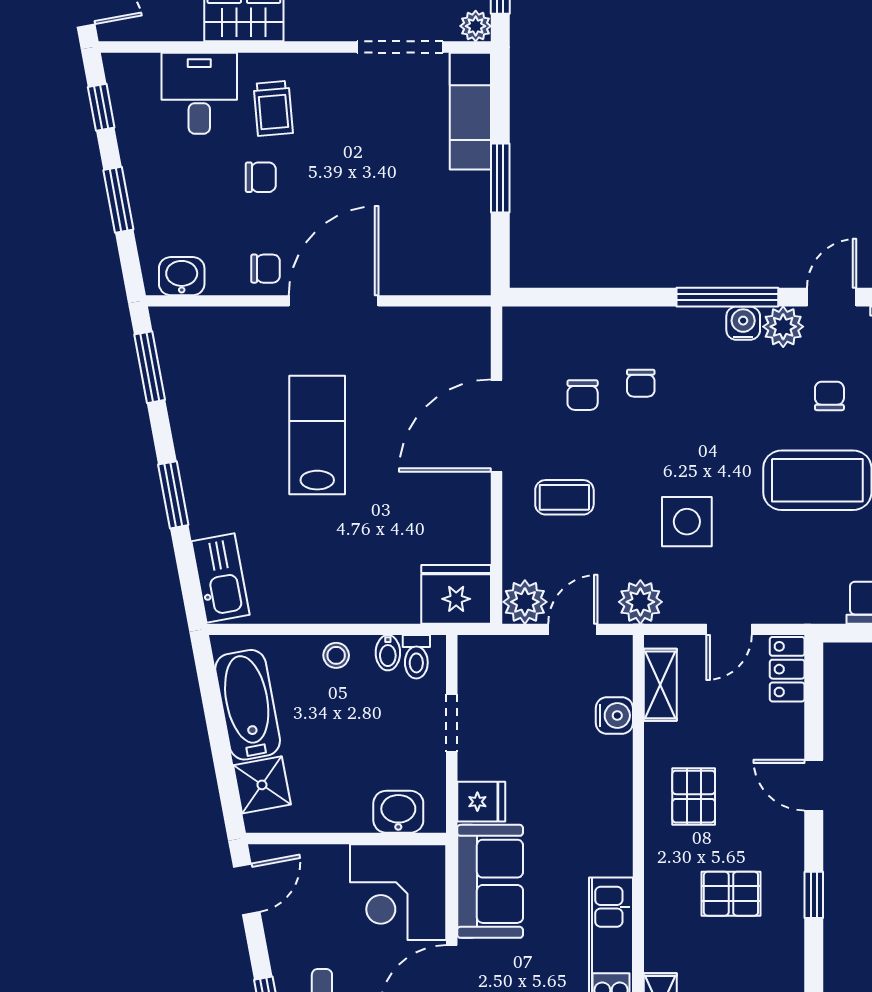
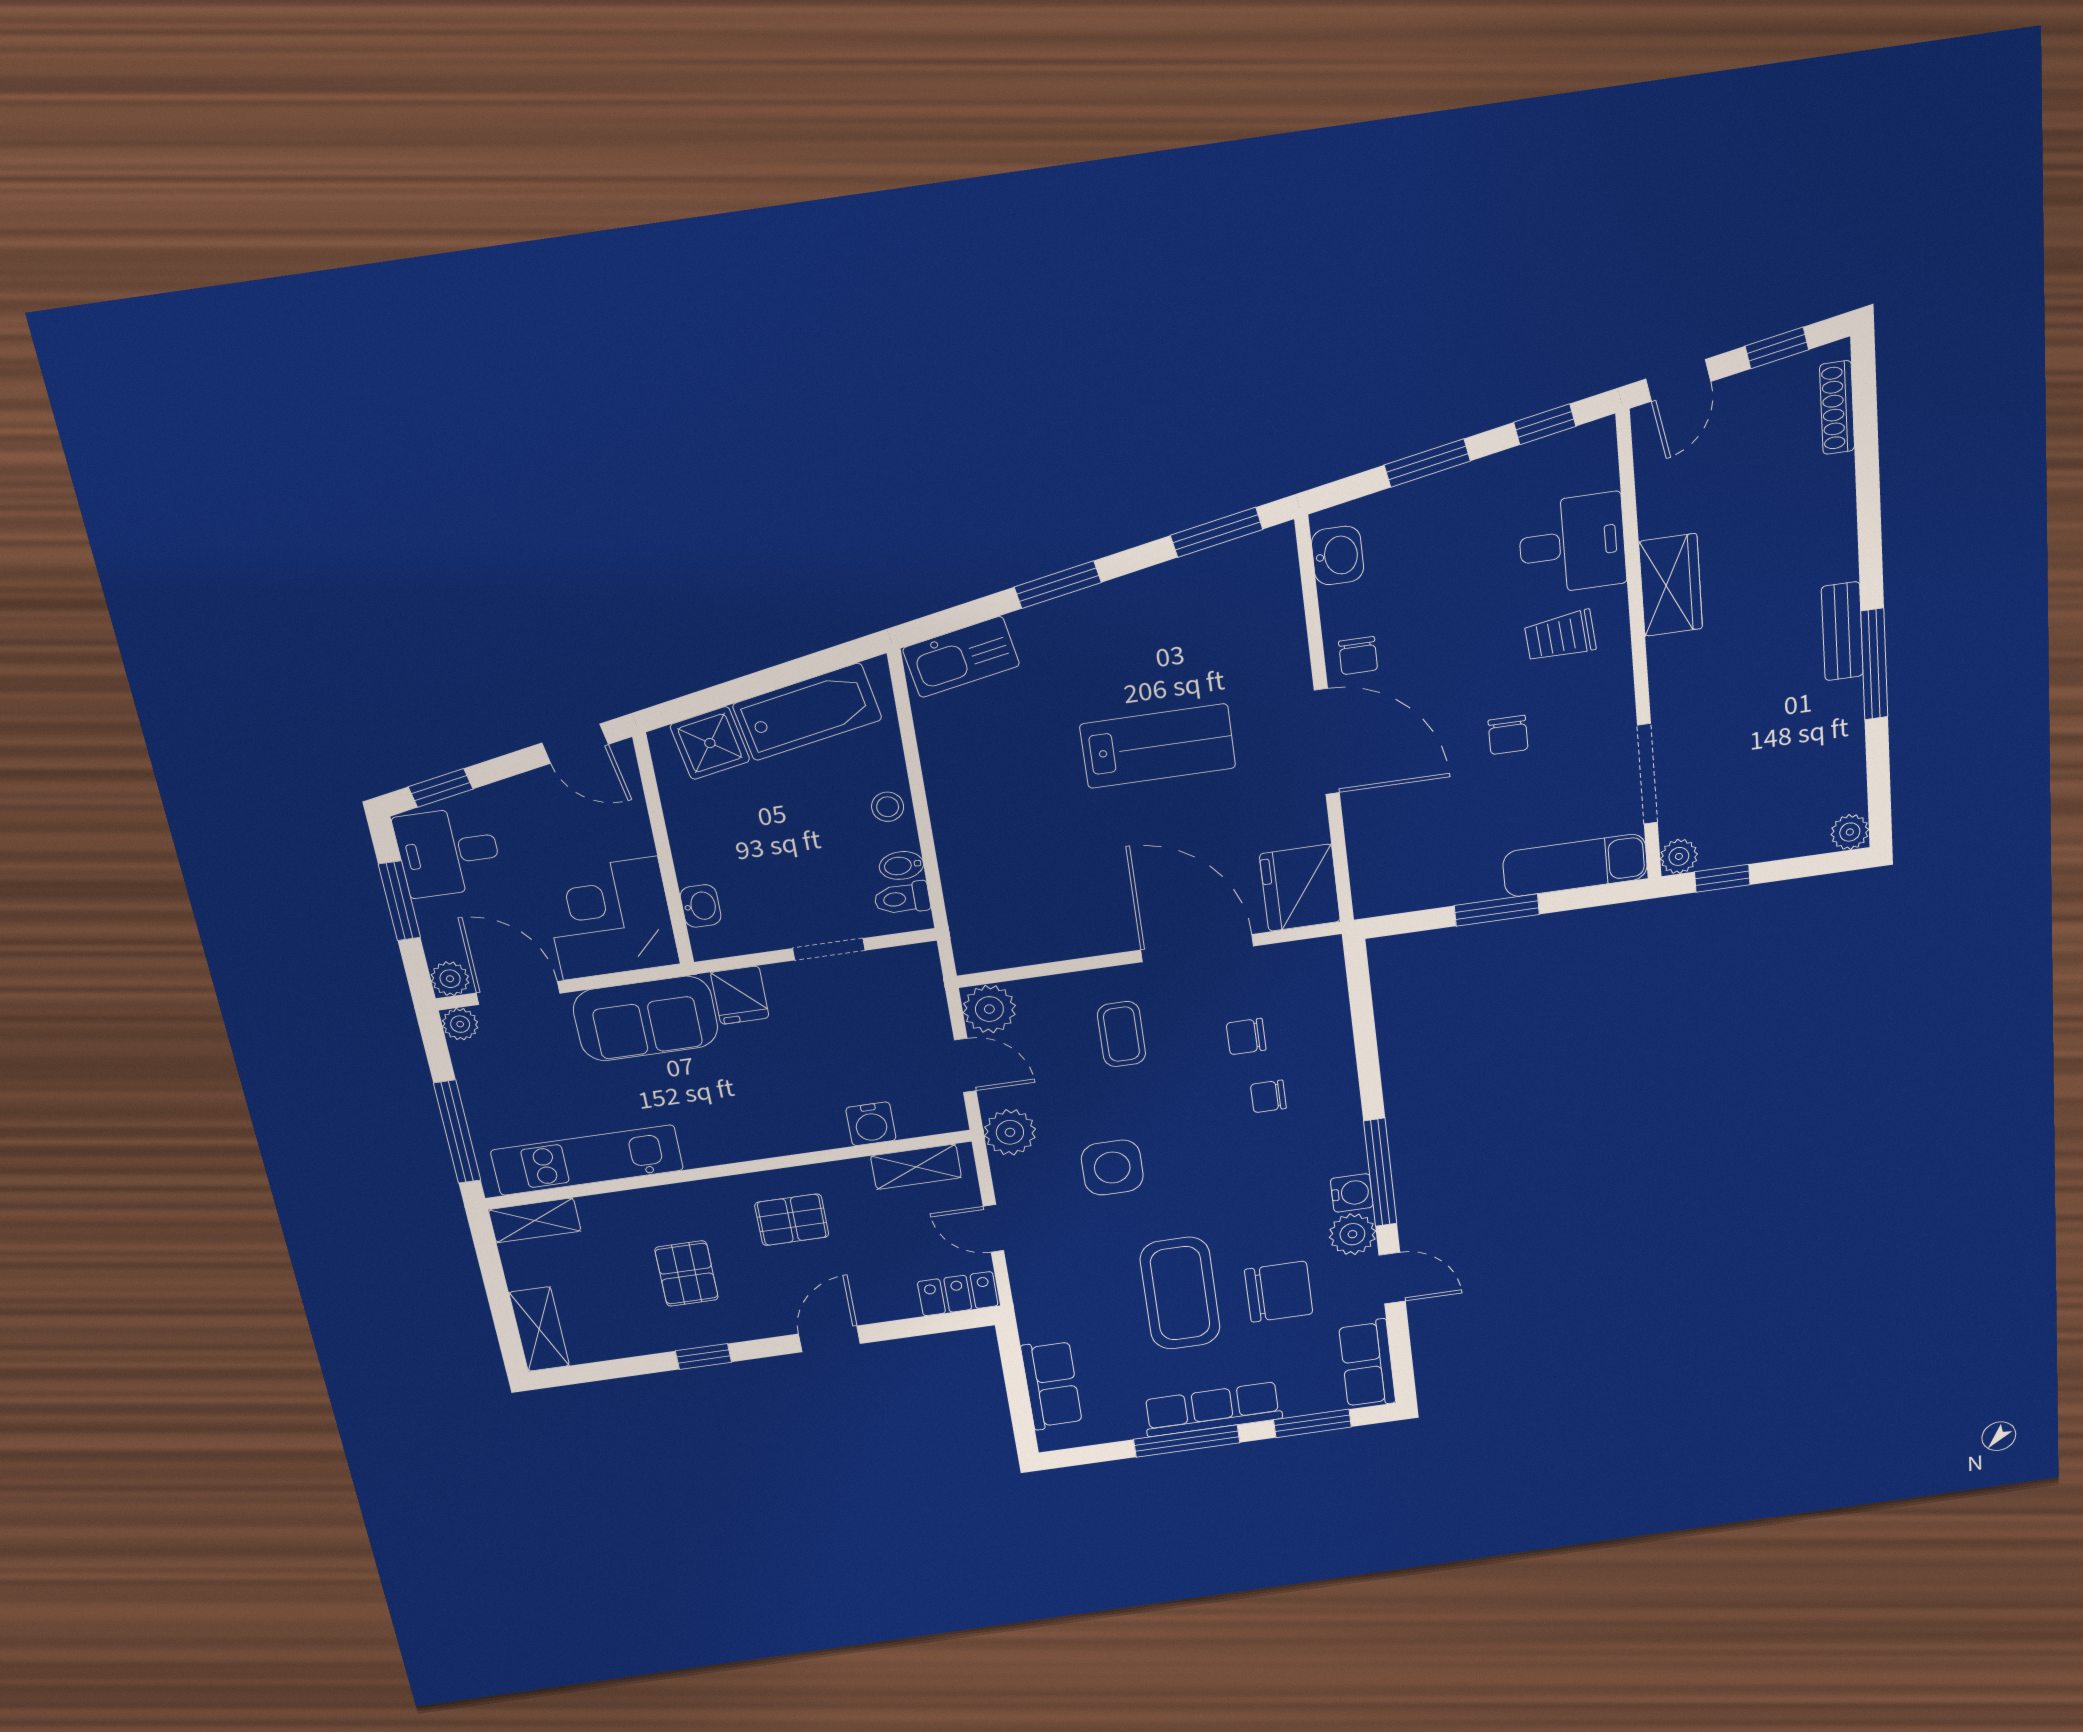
chair: (261, 177) -> (1508, 735), moved
chair: (829, 396) -> (1279, 1292), width x1.87, depth x1.87
fridge: (456, 594) -> (1300, 888), moved, turned 180
washbasin: (398, 812) -> (701, 906), width x0.72, depth x0.69

